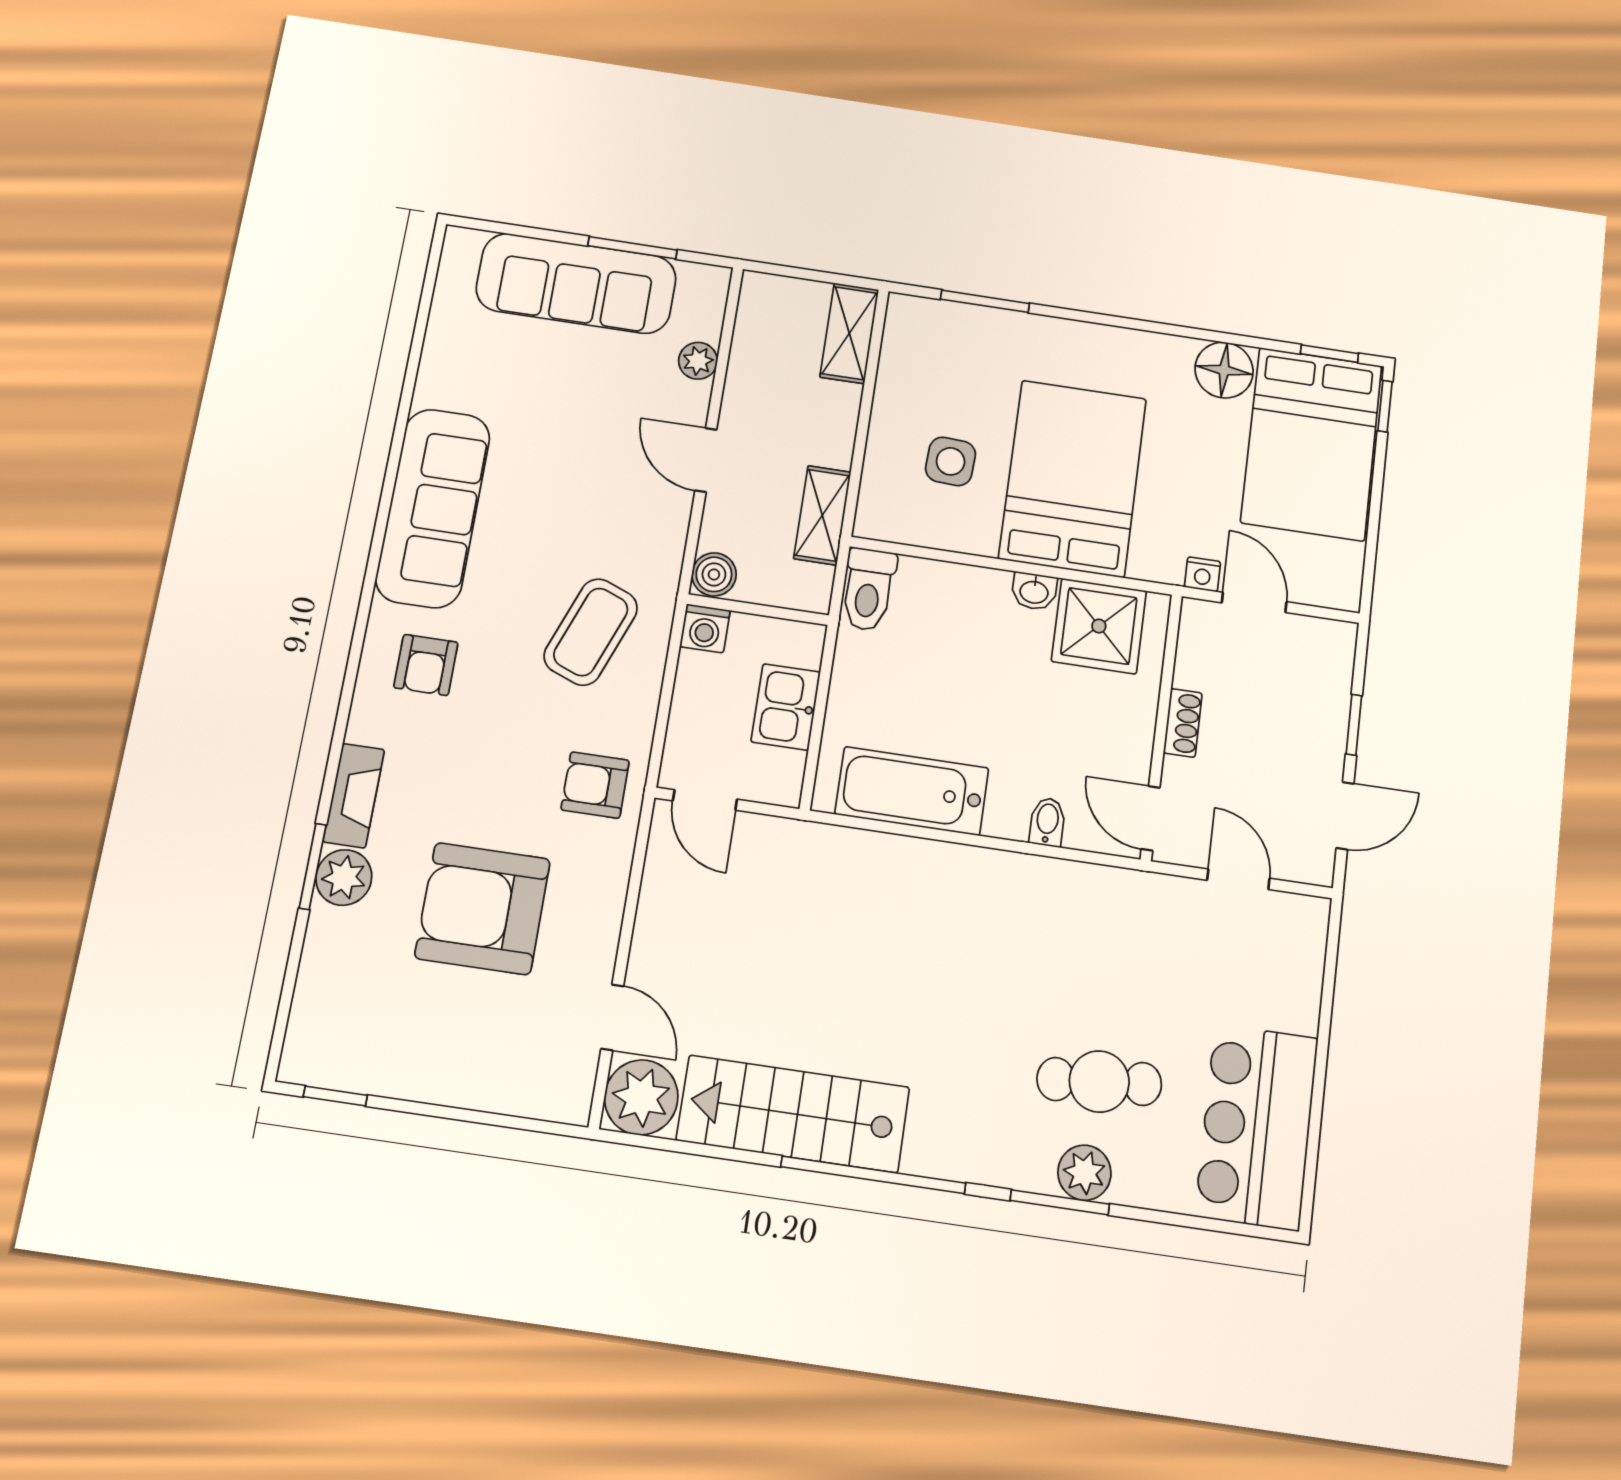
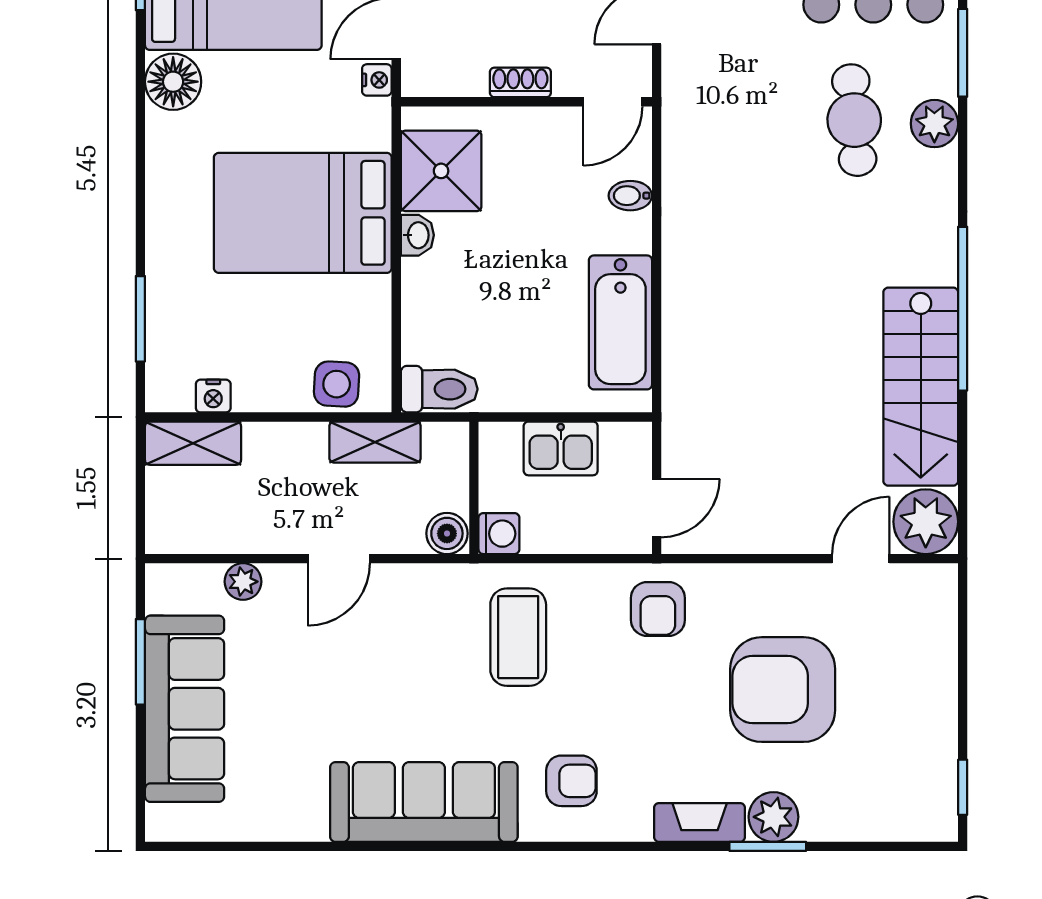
nightstand: (895, 360) -> (213, 396), added
side table: (951, 461) -> (337, 384), moved
coffee table: (591, 632) -> (518, 637), turned 69
armchair: (483, 909) -> (783, 690), turned 90
window: (1060, 1202) -> (963, 53), moved

